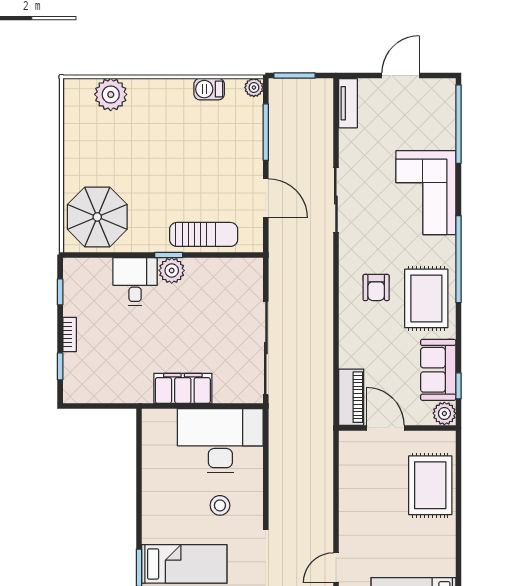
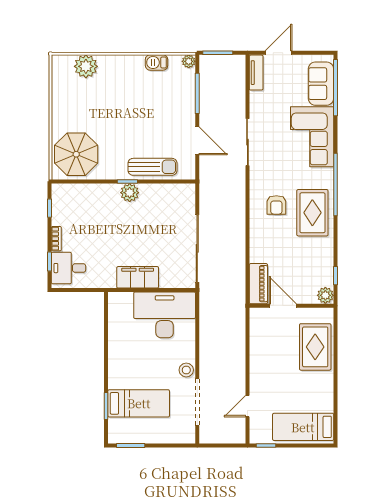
door: (401, 76) -> (279, 53), moved
desk: (135, 281) -> (69, 268), moved, turned -90
sofa: (438, 370) -> (321, 84), moved
stool: (220, 505) -> (186, 370), moved

